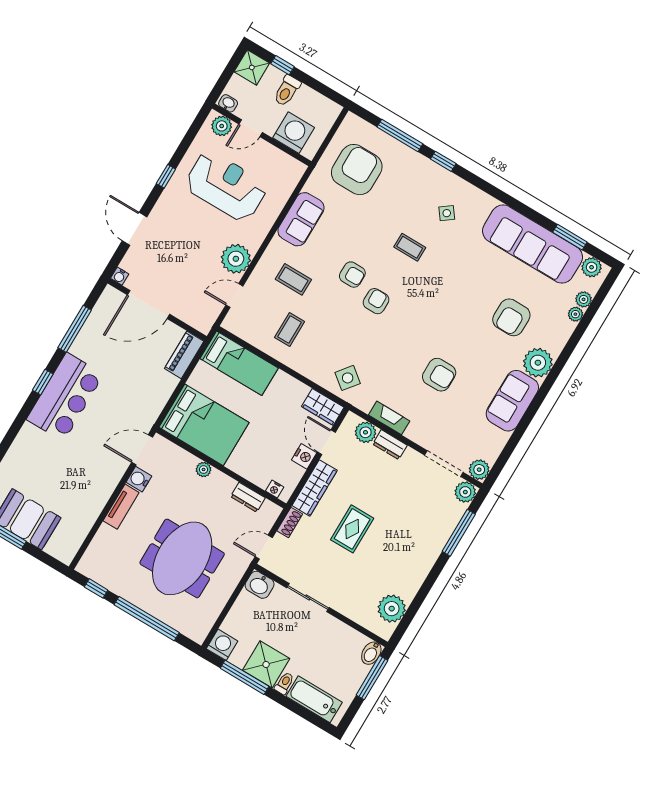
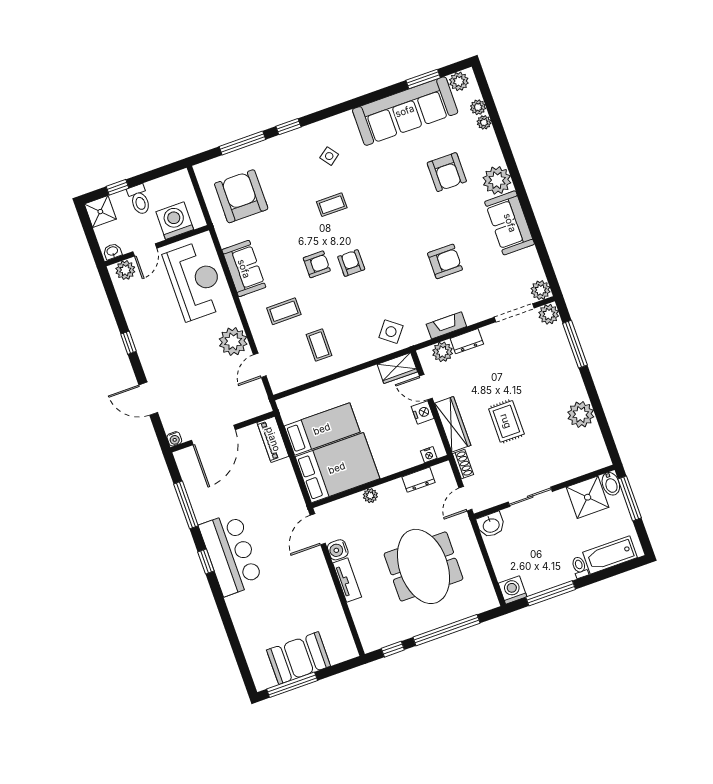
reception desk: (226, 186) -> (195, 281), moved, turned 90
bed: (239, 363) -> (322, 429), moved
plant: (392, 609) -> (581, 415), moved
shower: (266, 664) -> (588, 497), moved

